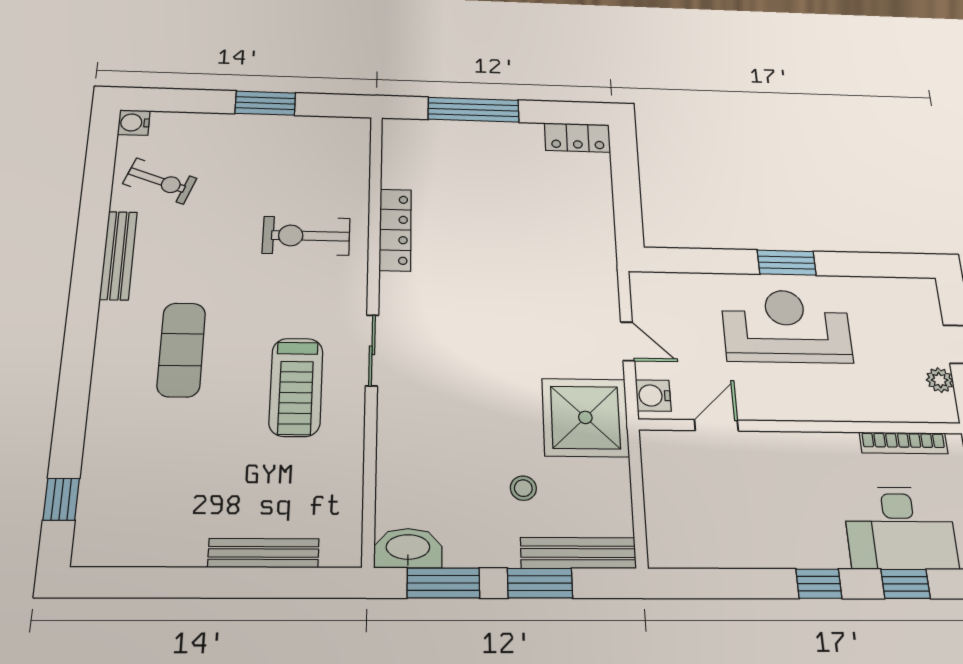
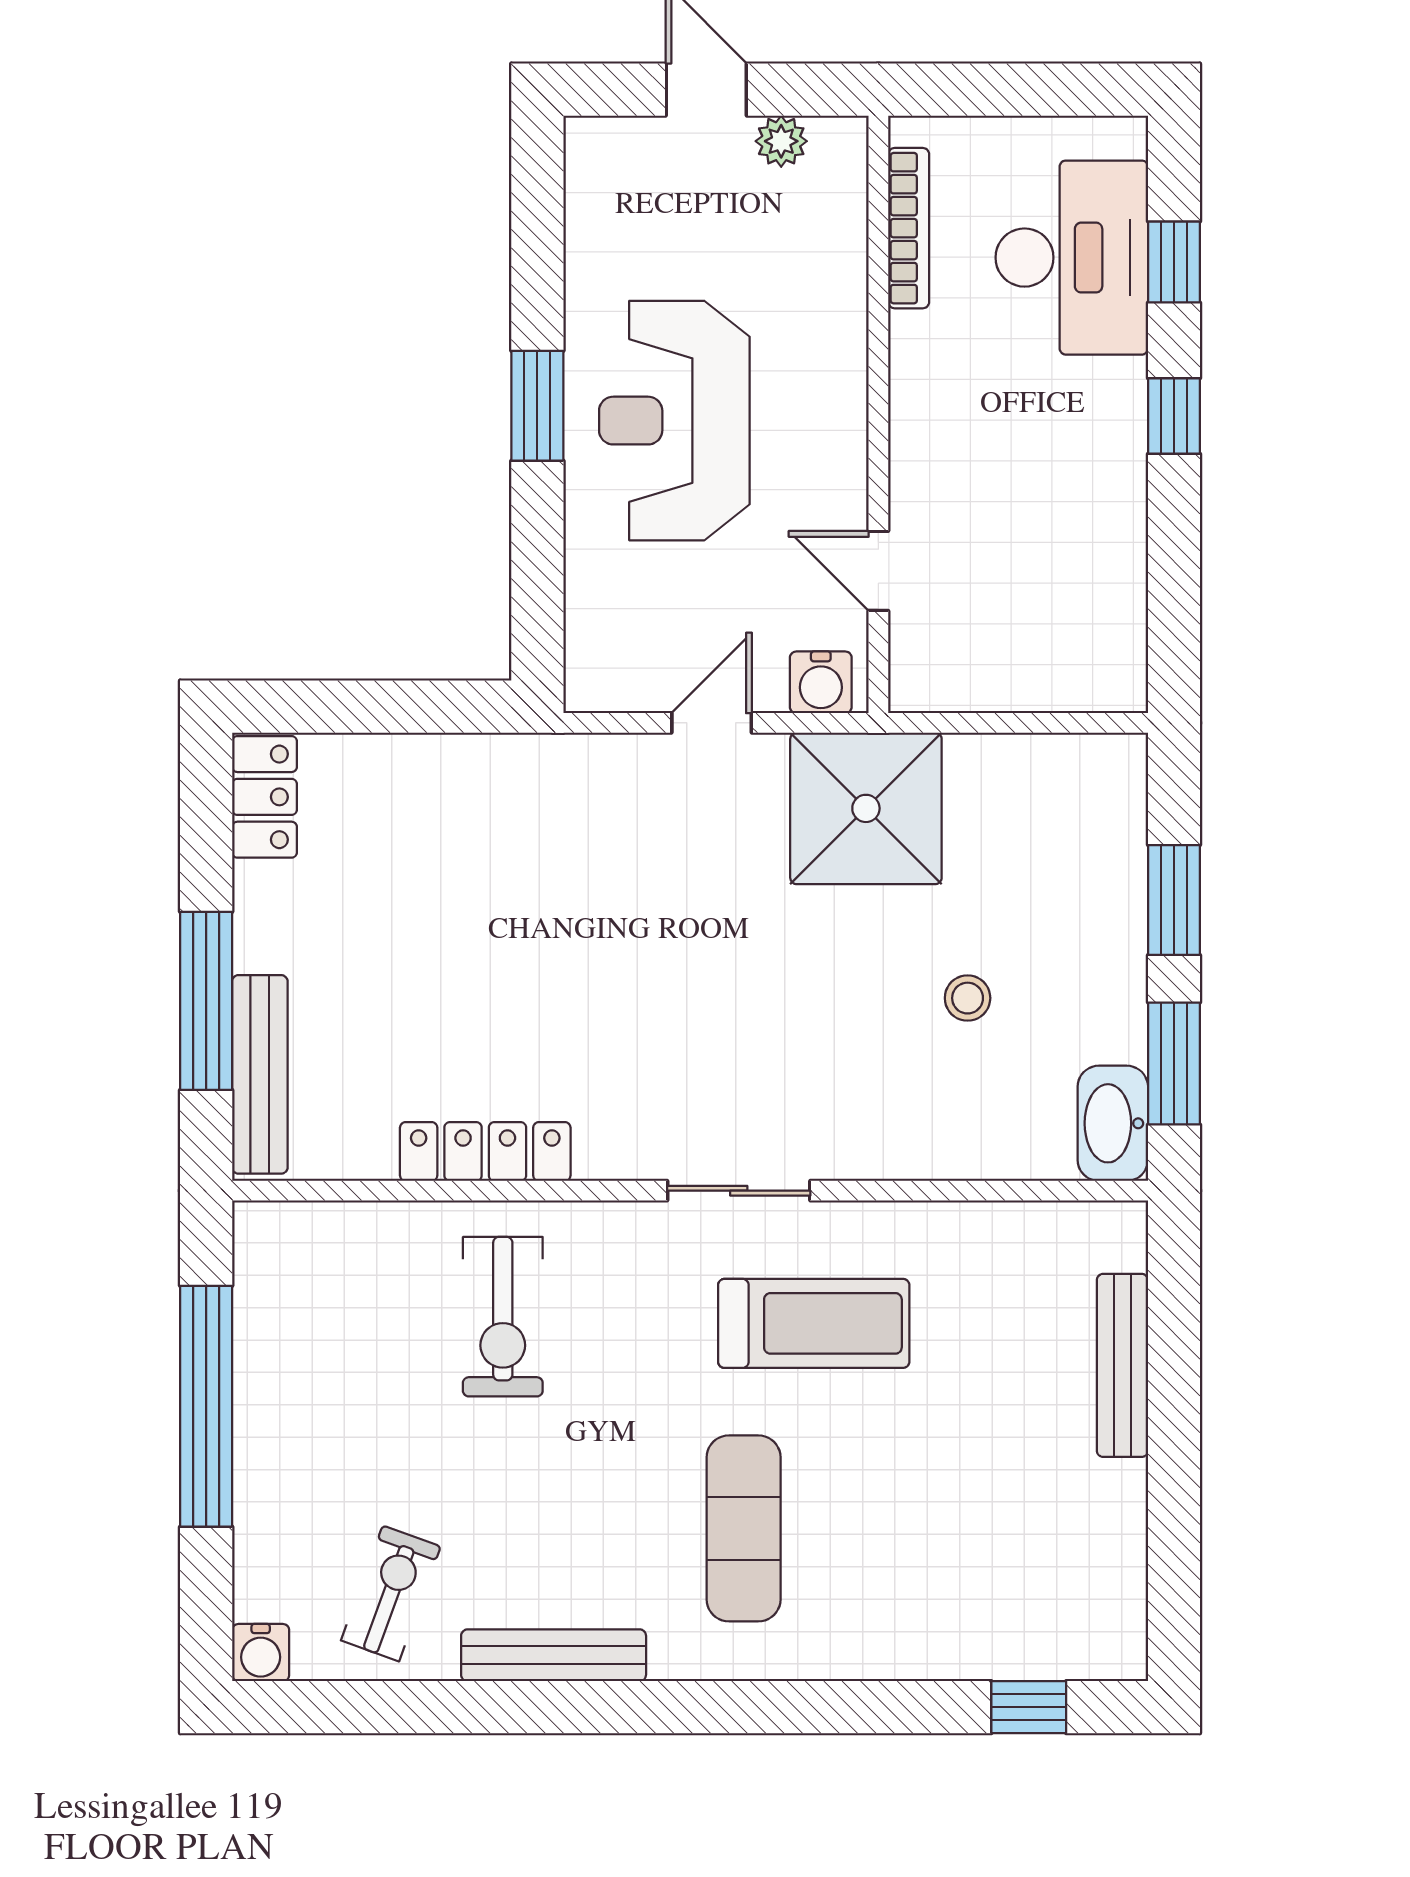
window: (265, 103) -> (206, 1406), width x2.11
exercise mat: (181, 350) -> (744, 1528), turned 90
stool: (523, 488) -> (968, 998), moved
bench: (578, 553) -> (260, 1074), moved

